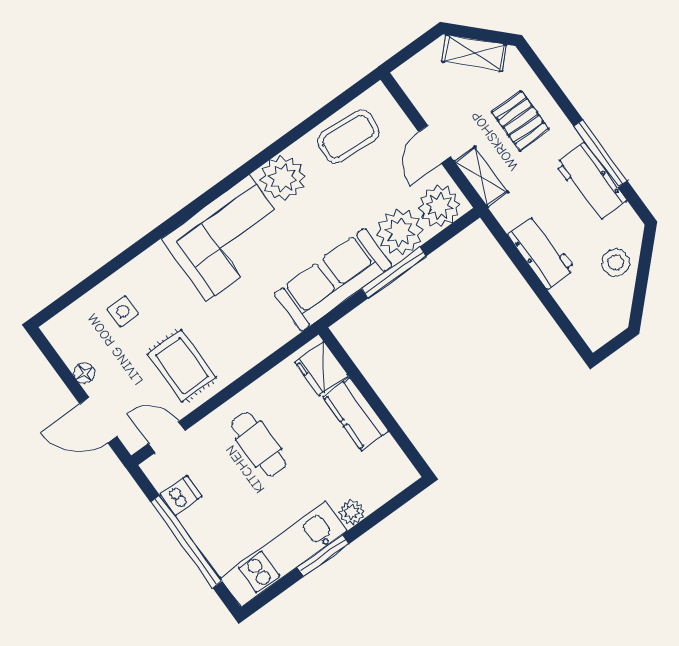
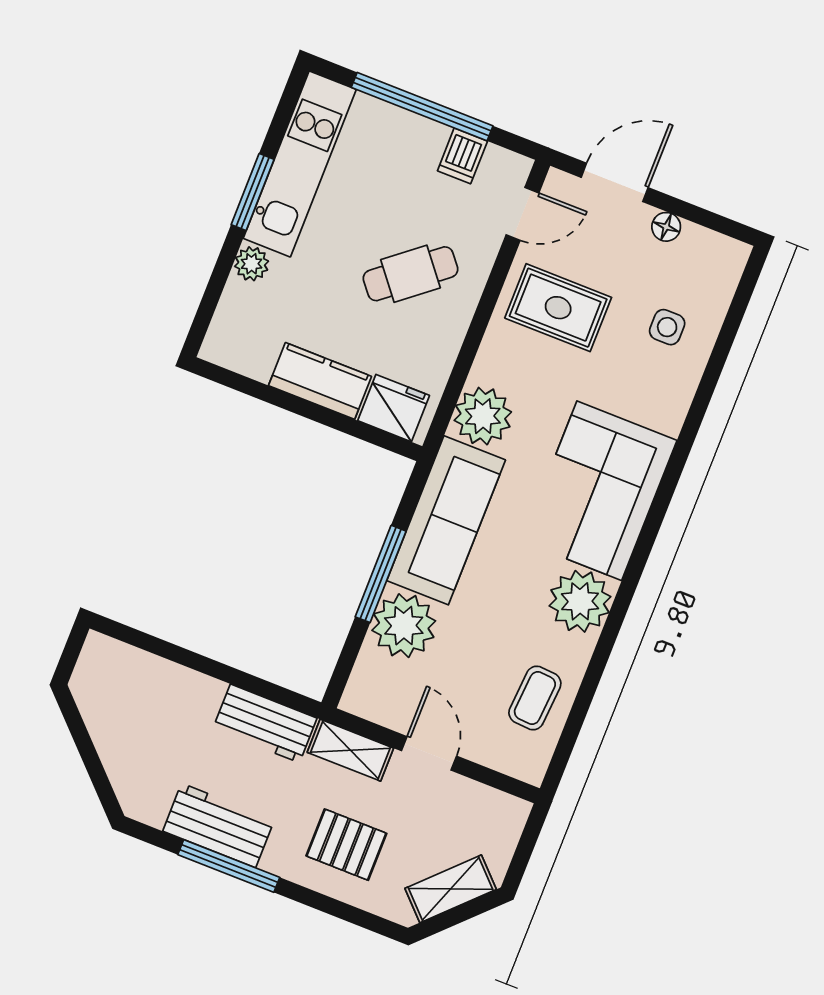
coffee table: (348, 137) -> (535, 698), width x0.73, depth x0.77
plant: (439, 206) -> (483, 416), moved
workbench: (541, 252) -> (265, 723), moved
stool: (616, 262) -> (130, 751), removed
cafe table: (259, 444) -> (411, 274), turned -39

